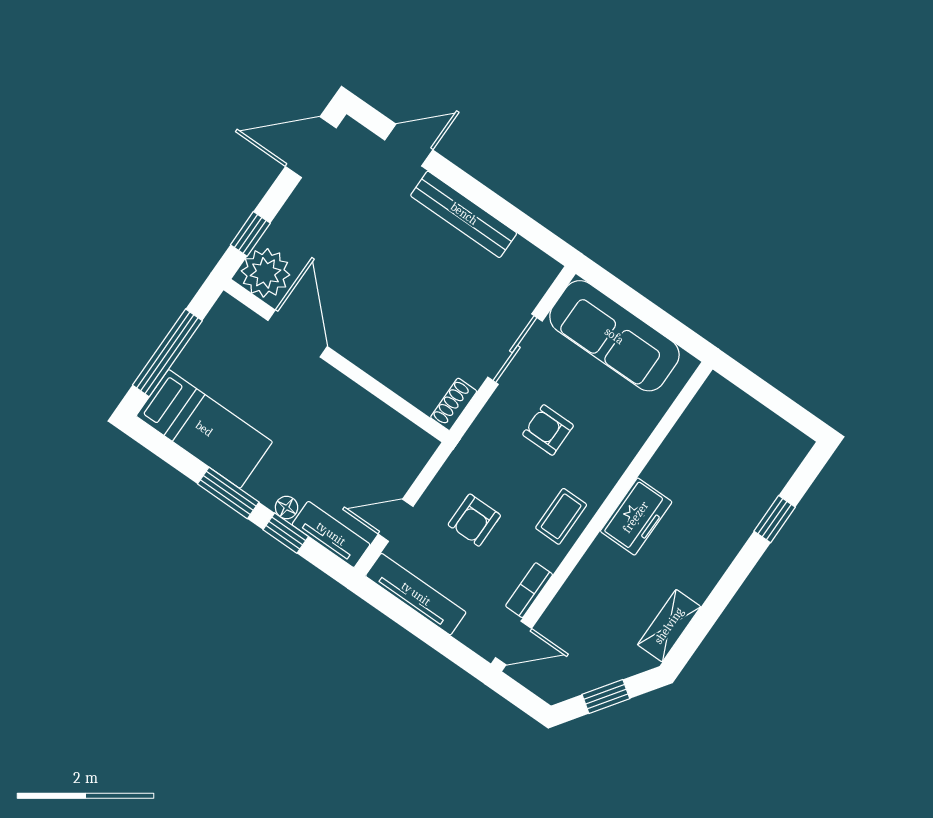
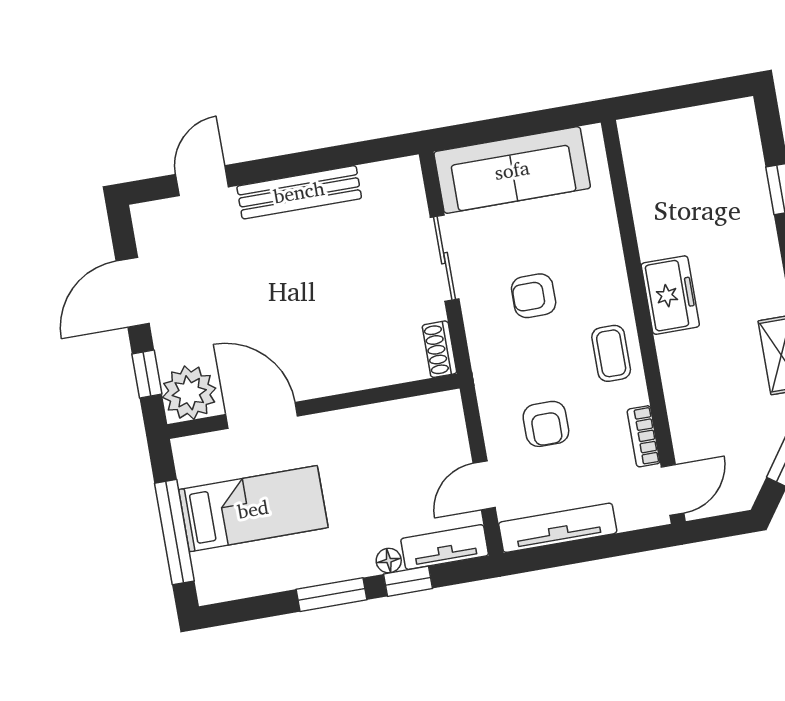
door: (311, 147) -> (133, 292), moved
bed: (204, 429) -> (253, 509), moved

